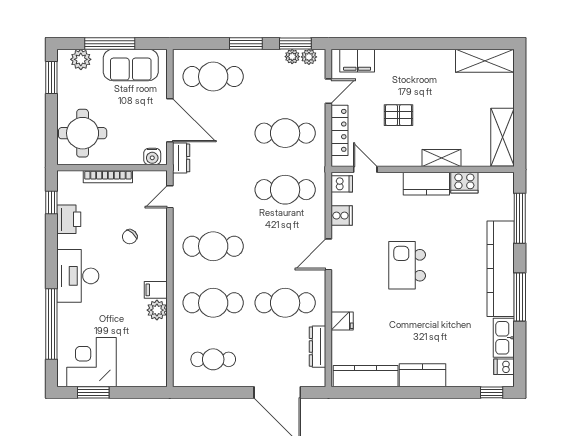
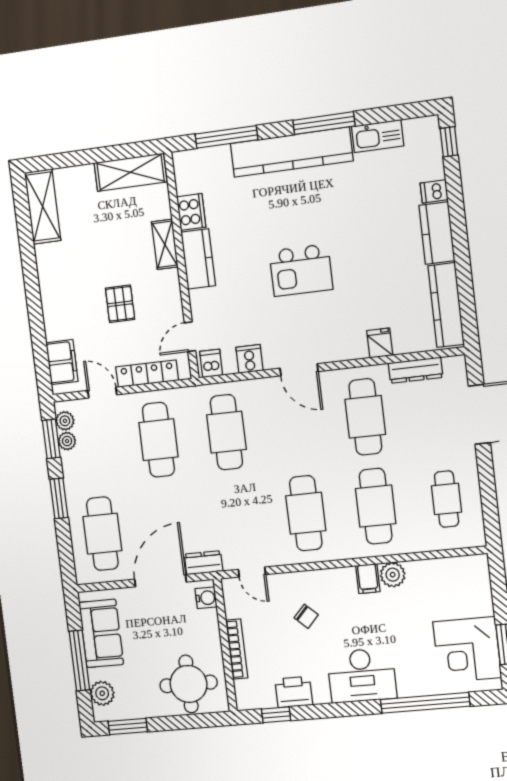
dishwasher: (504, 367) -> (434, 191), moved, turned 90

